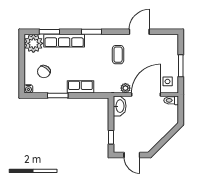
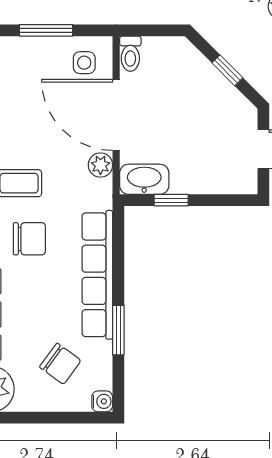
chair: (95, 59) -> (29, 239), added
row of seats: (80, 87) -> (97, 275), width x2.02
window: (111, 137) -> (171, 200), moved
window: (164, 140) -> (227, 70), added

